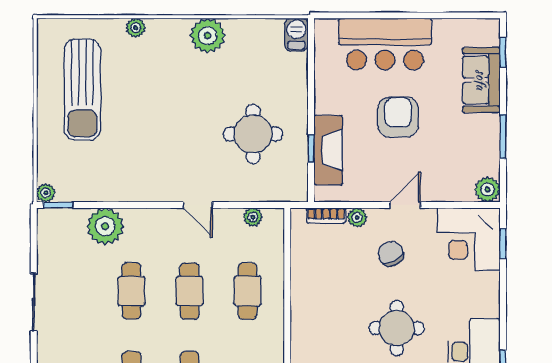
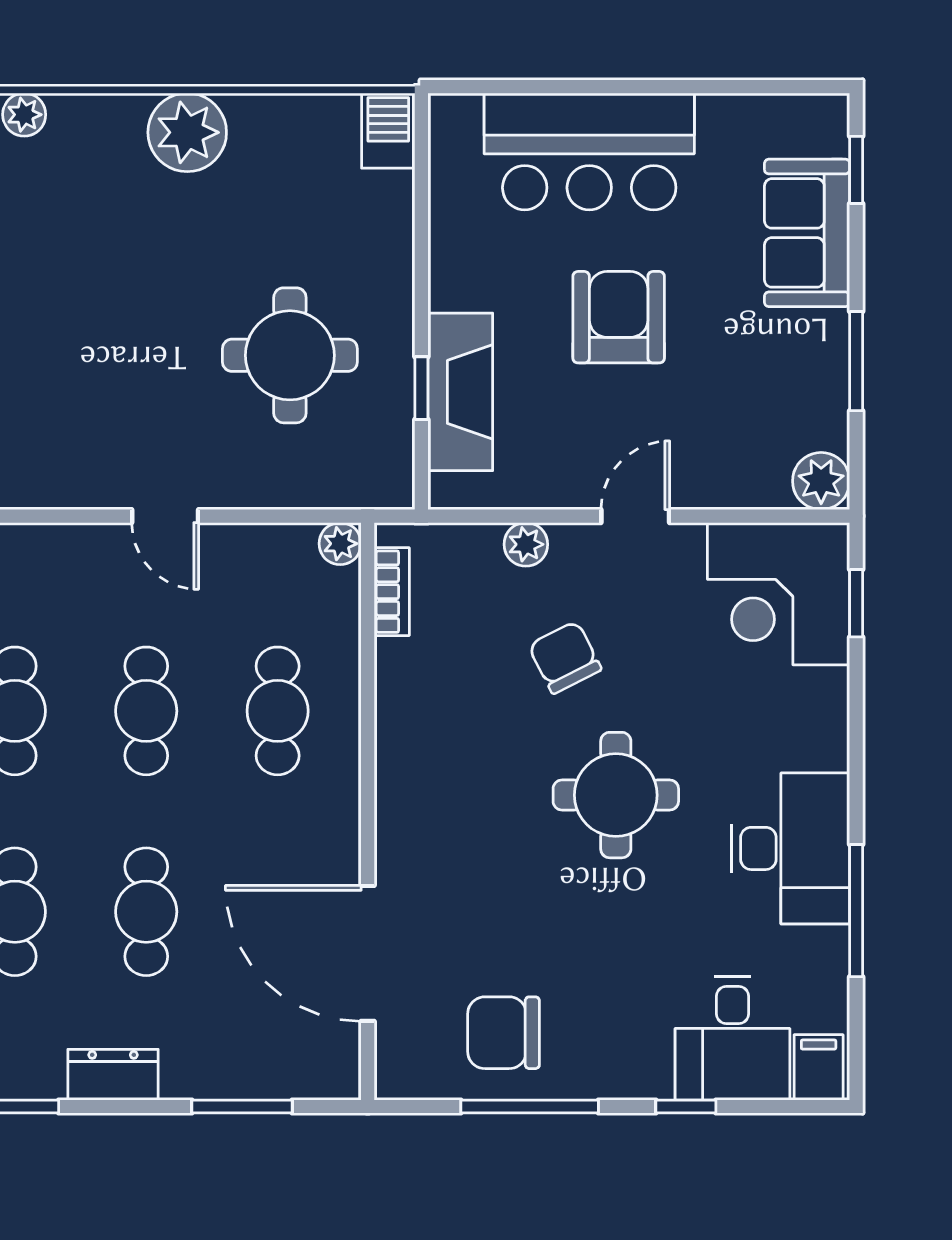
bookcase: (326, 216) -> (392, 592), moved, turned -90
plant: (253, 217) -> (340, 544), moved
chair: (391, 254) -> (565, 657), moved

